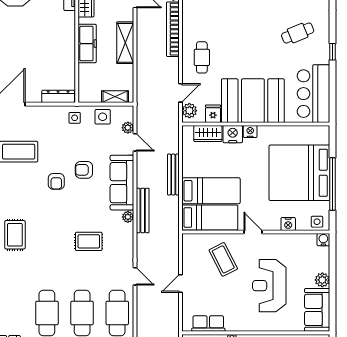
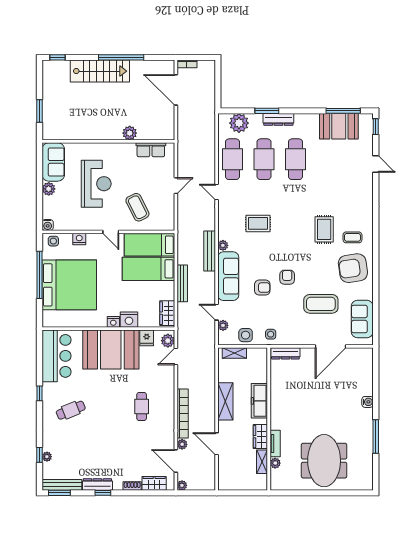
cafe table: (202, 57) -> (142, 406), moved
wardrobe: (208, 134) -> (167, 313), moved, turned -90

